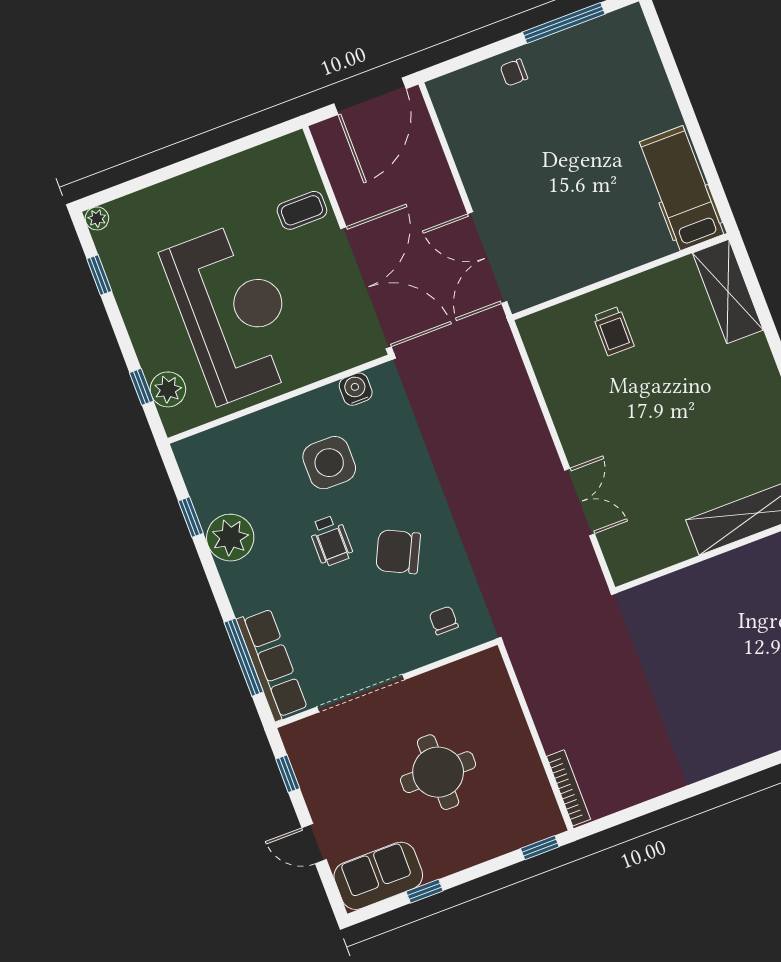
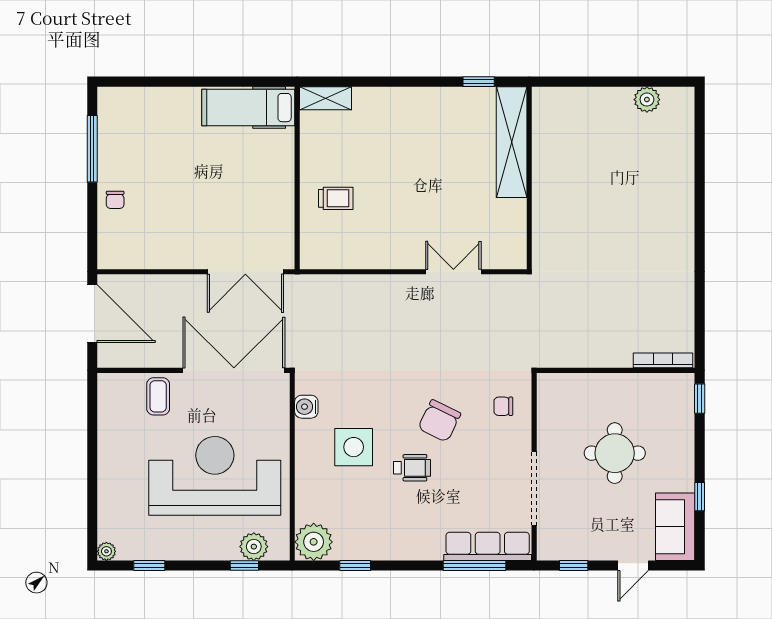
shelving: (728, 292) -> (325, 98), width x0.67, depth x0.75
plant: (230, 538) -> (314, 542), moved

